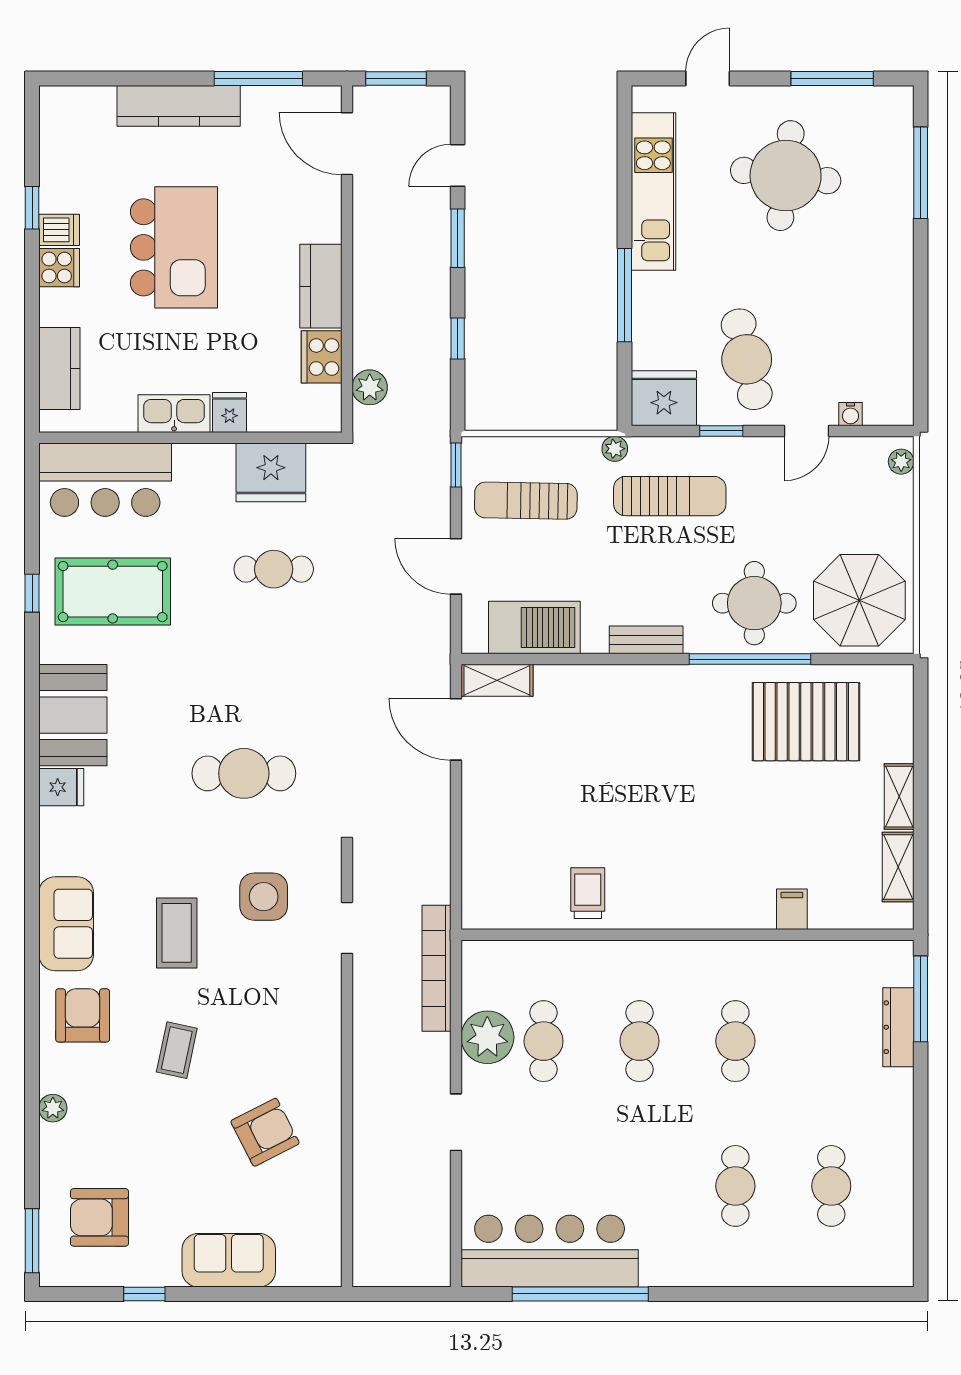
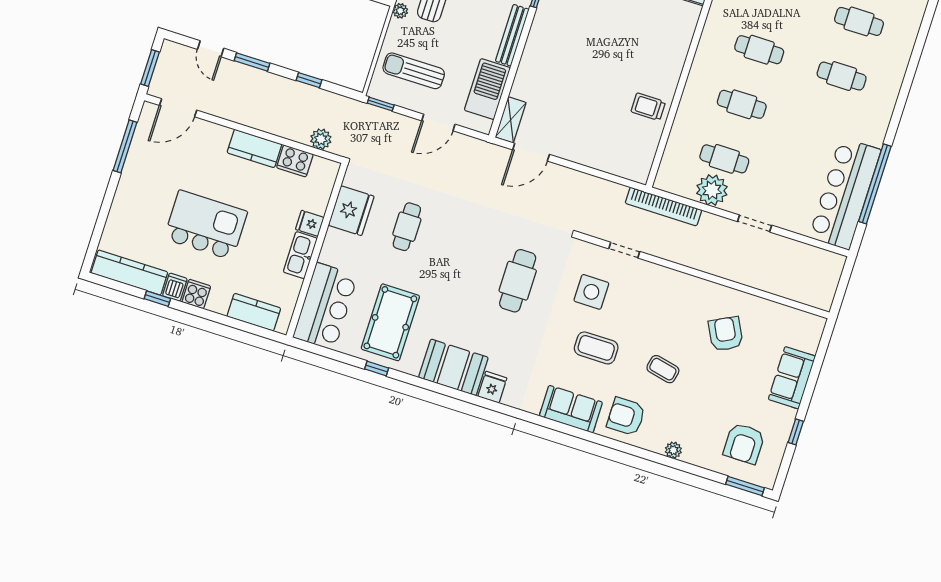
kitchen counter: (179, 106) -> (129, 272), moved, turned -90
sun lounger: (526, 501) -> (414, 71), turned 89
bench: (646, 640) -> (512, 35), width x1.36

